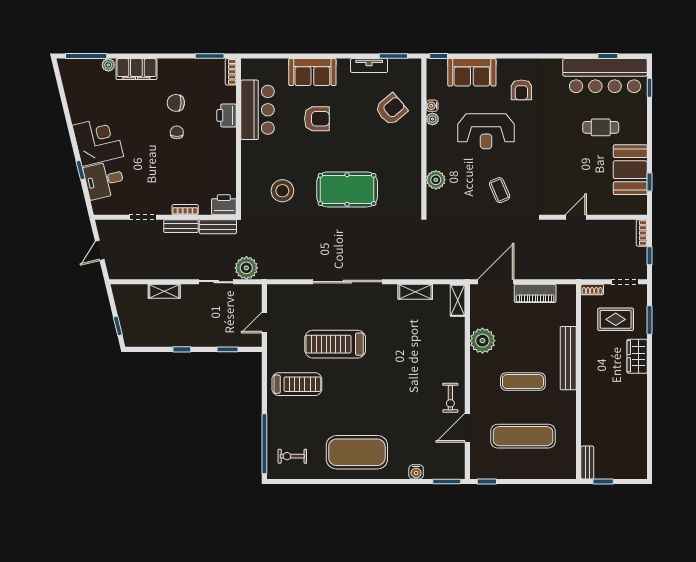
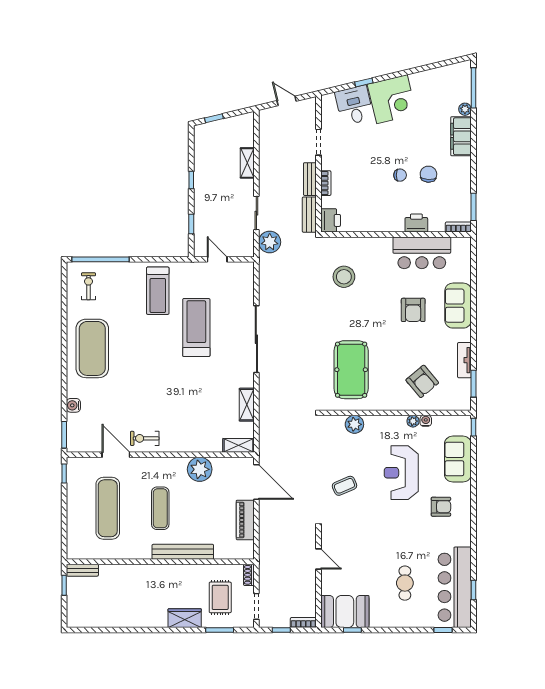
armchair: (521, 90) -> (441, 507), turned 180
booth: (630, 170) -> (345, 612), moved
pool table: (347, 189) -> (351, 370), moved

